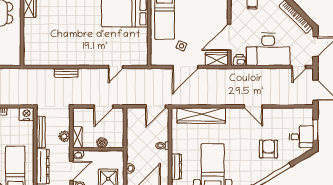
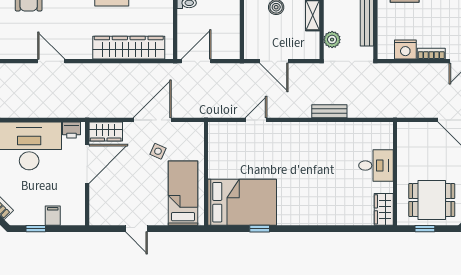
desk: (35, 36) -> (376, 166), added
door: (103, 106) -> (274, 61), swing flipped
nightstand: (27, 114) -> (405, 50), moved
plant: (64, 136) -> (332, 40), moved

